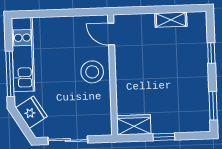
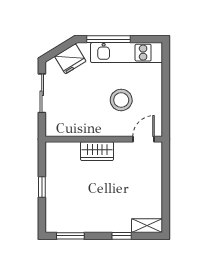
shelving: (171, 20) -> (147, 226), moved, turned 90
stool: (92, 72) -> (121, 100), moved
wardrobe: (134, 125) -> (97, 151), moved, turned 90

